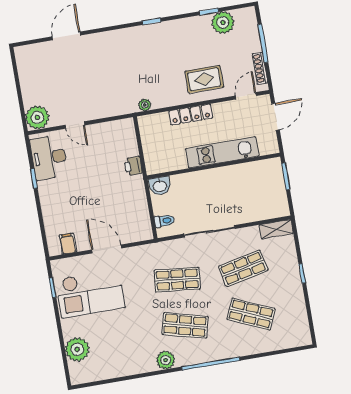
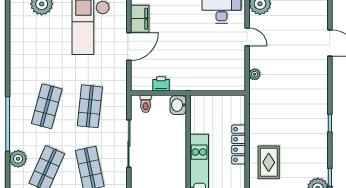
plant: (145, 105) -> (255, 74), moved
door: (75, 125) -> (247, 37), swing flipped
printer: (133, 166) -> (161, 84), moved
filing cabinet: (68, 244) -> (140, 19), width x2.00
plant: (166, 360) -> (18, 159), moved

